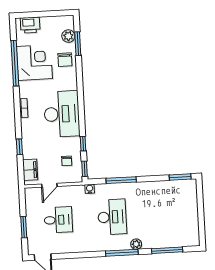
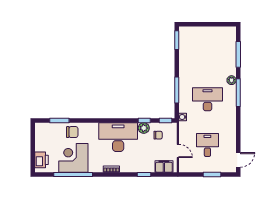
plant: (68, 36) -> (144, 128), moved

